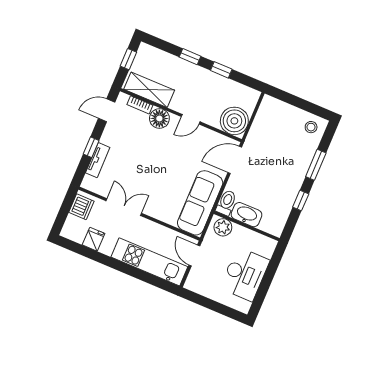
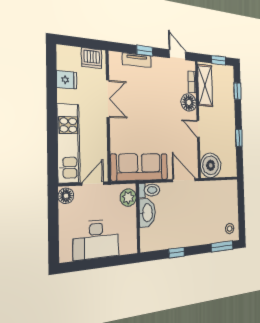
window: (190, 57) -> (237, 91), moved
window: (316, 165) -> (222, 246), moved
floor lamp: (194, 284) -> (66, 196), added

